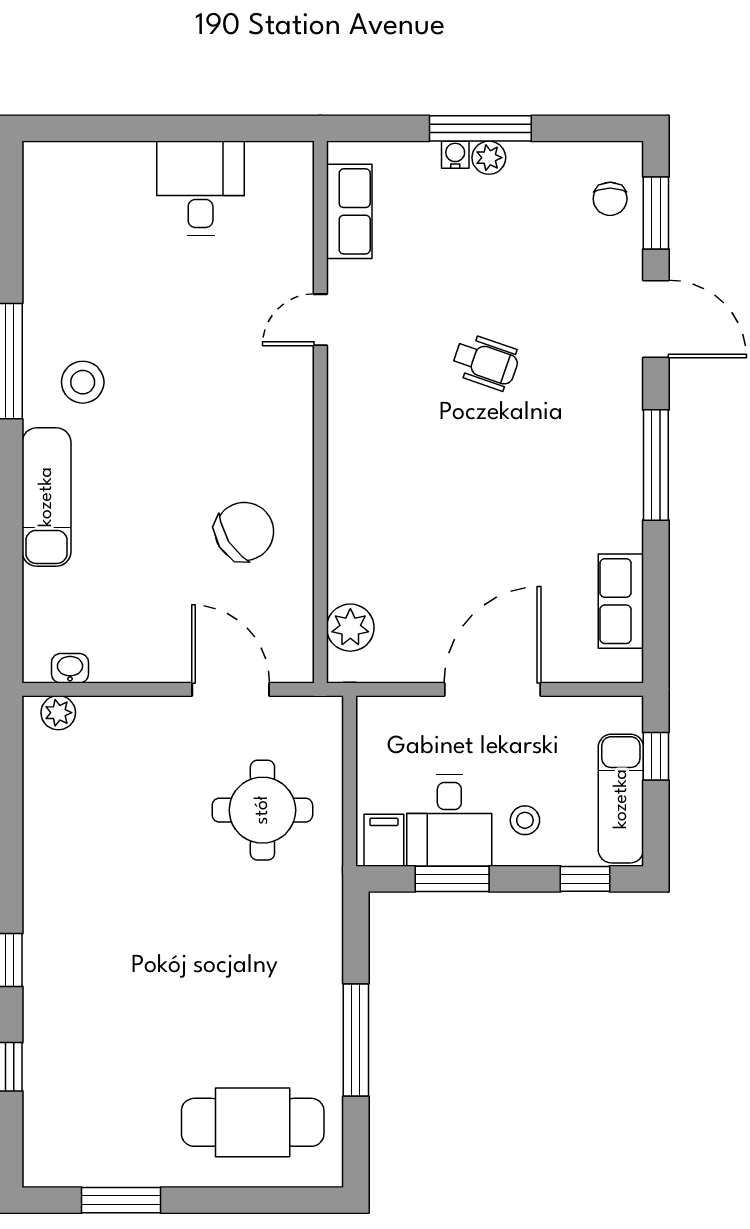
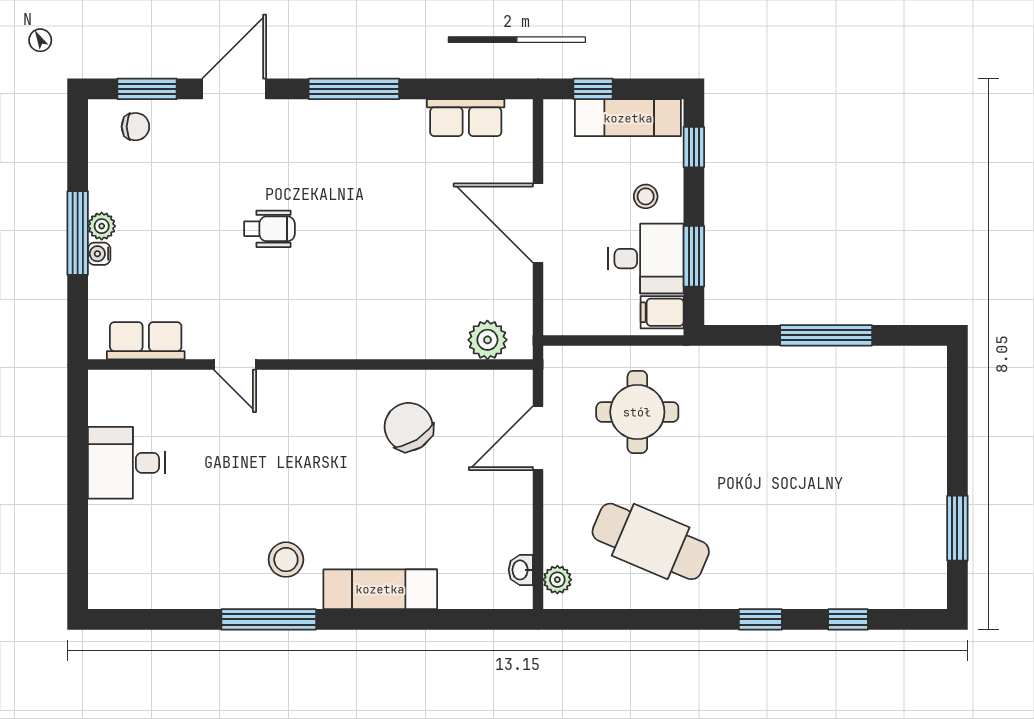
wheelchair: (486, 362) -> (270, 229), turned 71
cafe table: (253, 1122) -> (651, 541), moved, turned -67

